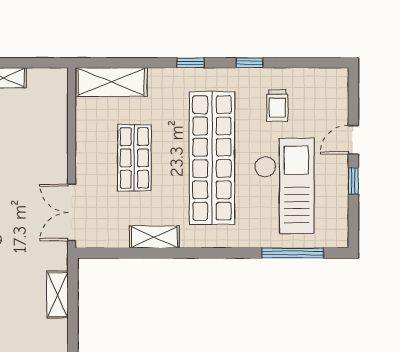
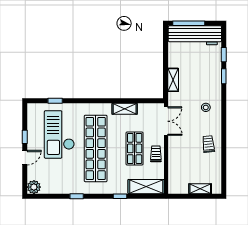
window: (190, 63) -> (120, 196), moved
plant: (335, 81) -> (34, 187), added
trolley: (277, 105) -> (156, 154), moved
window: (293, 253) -> (55, 101), width x0.46

